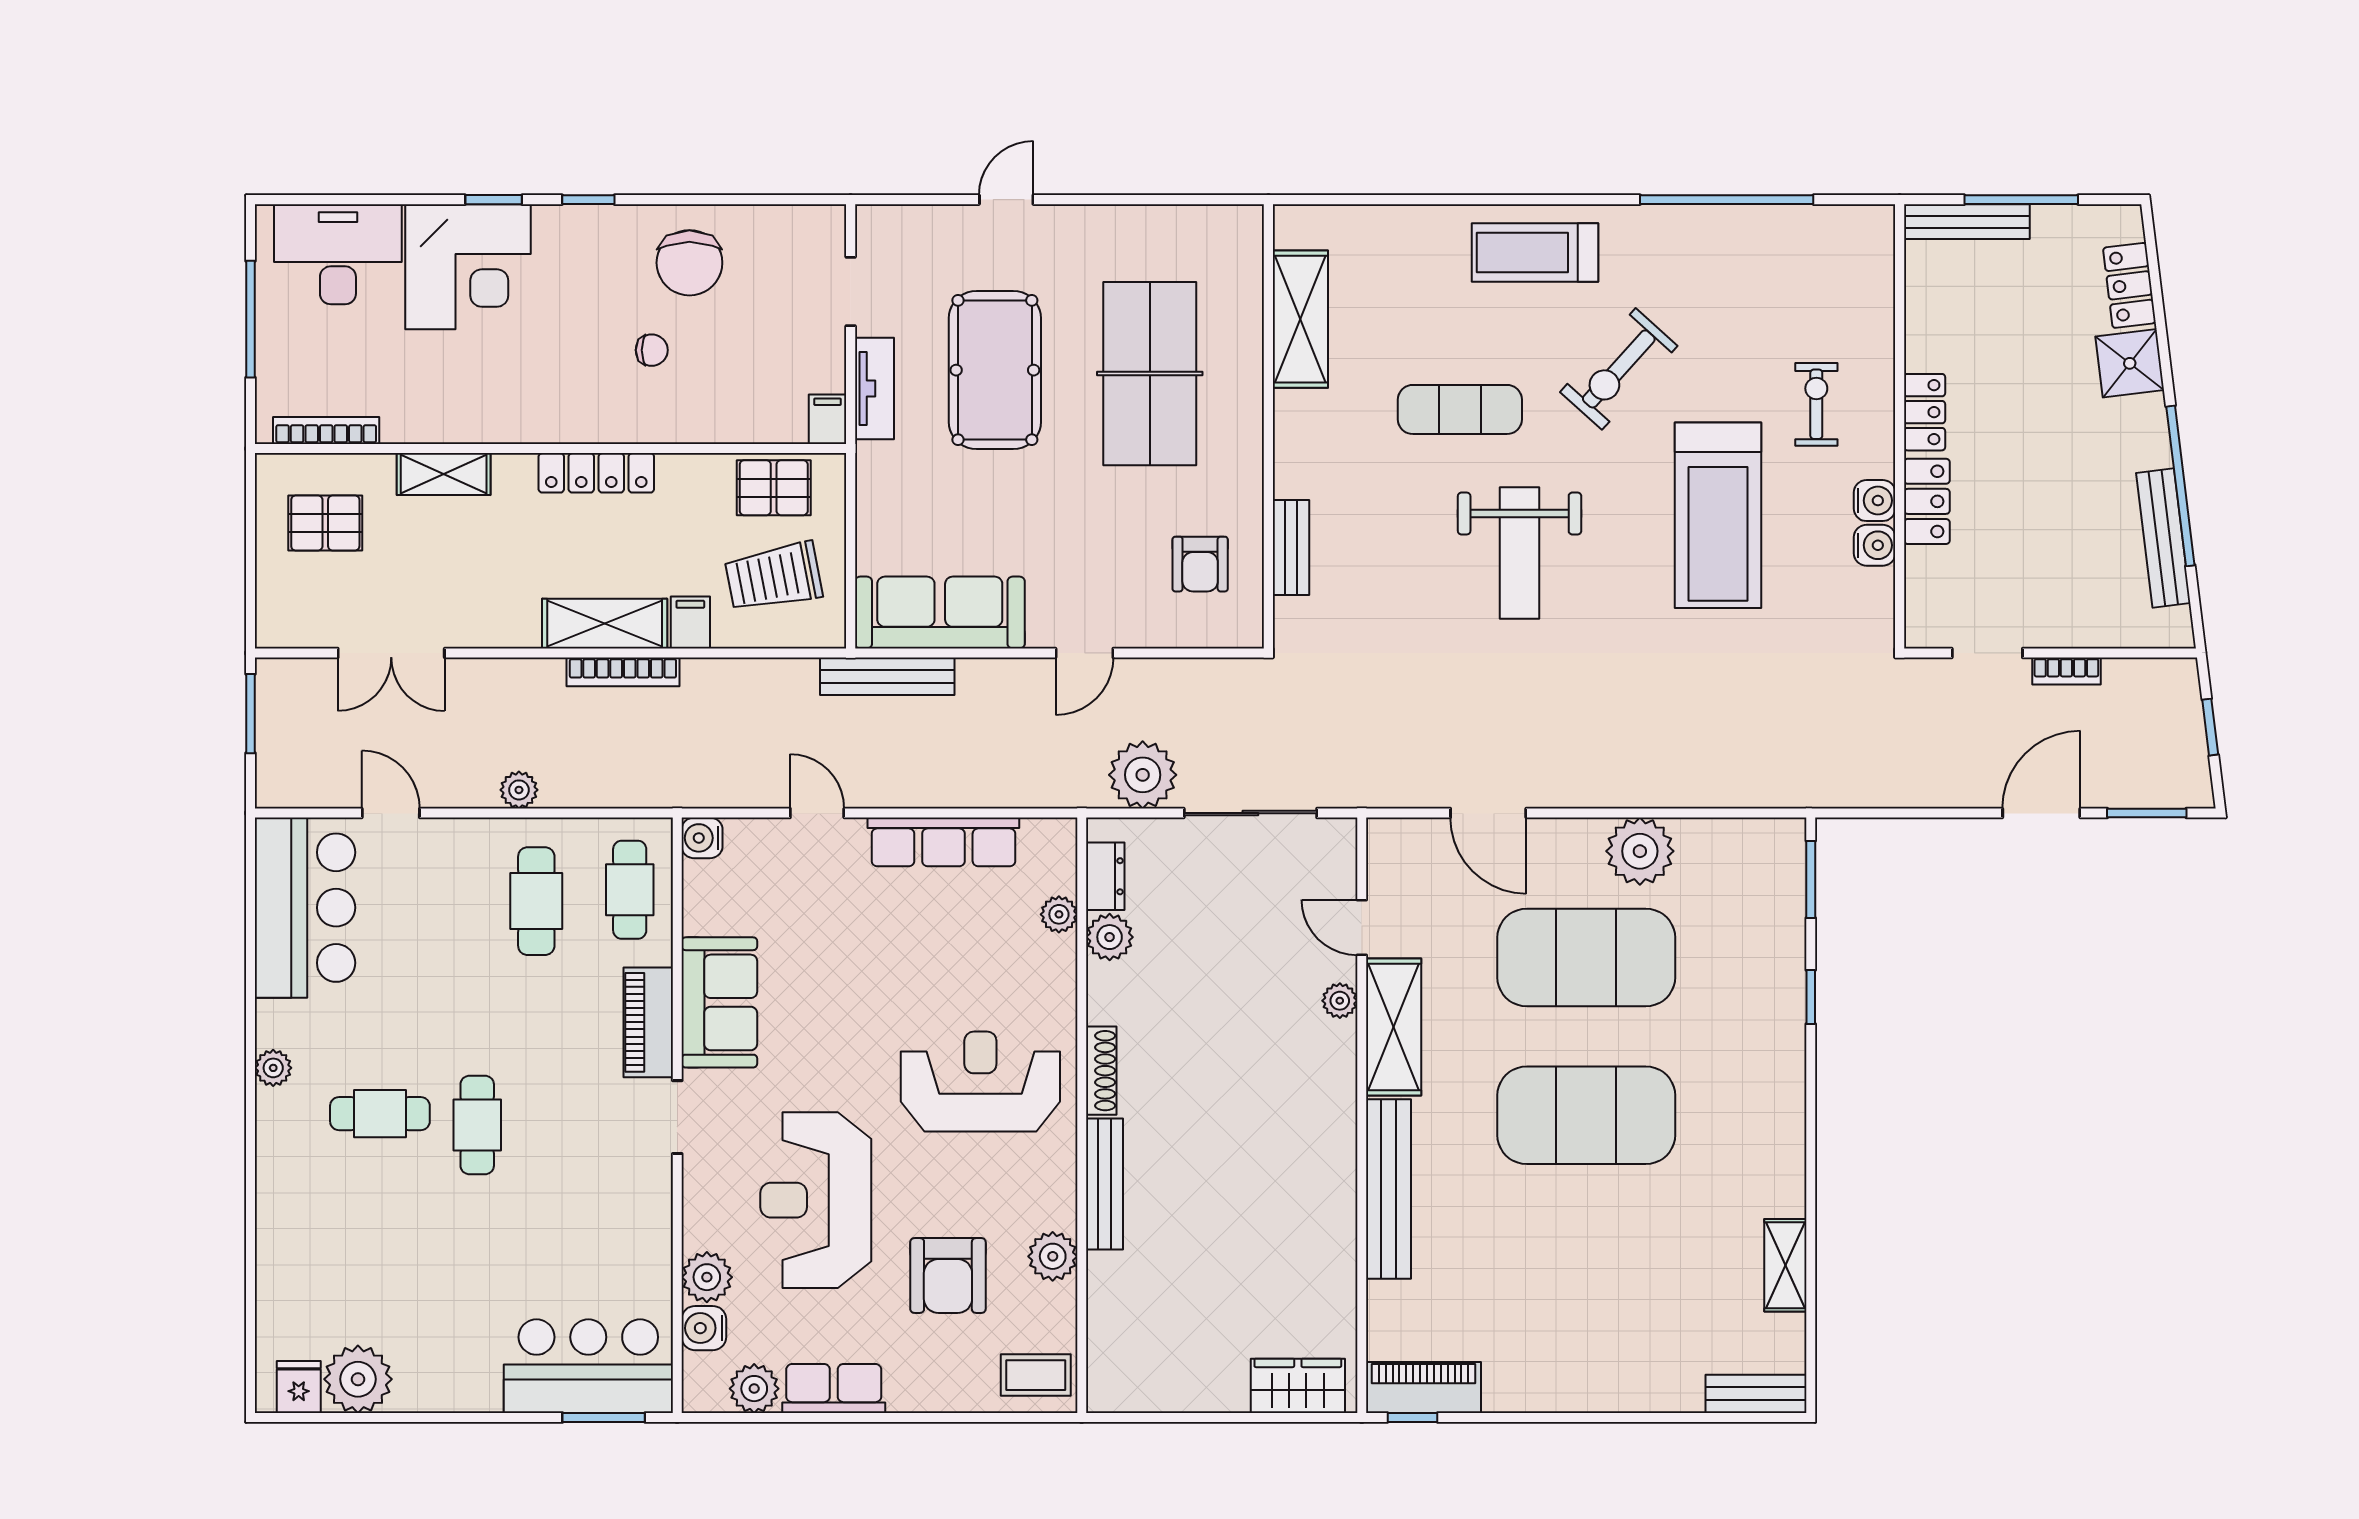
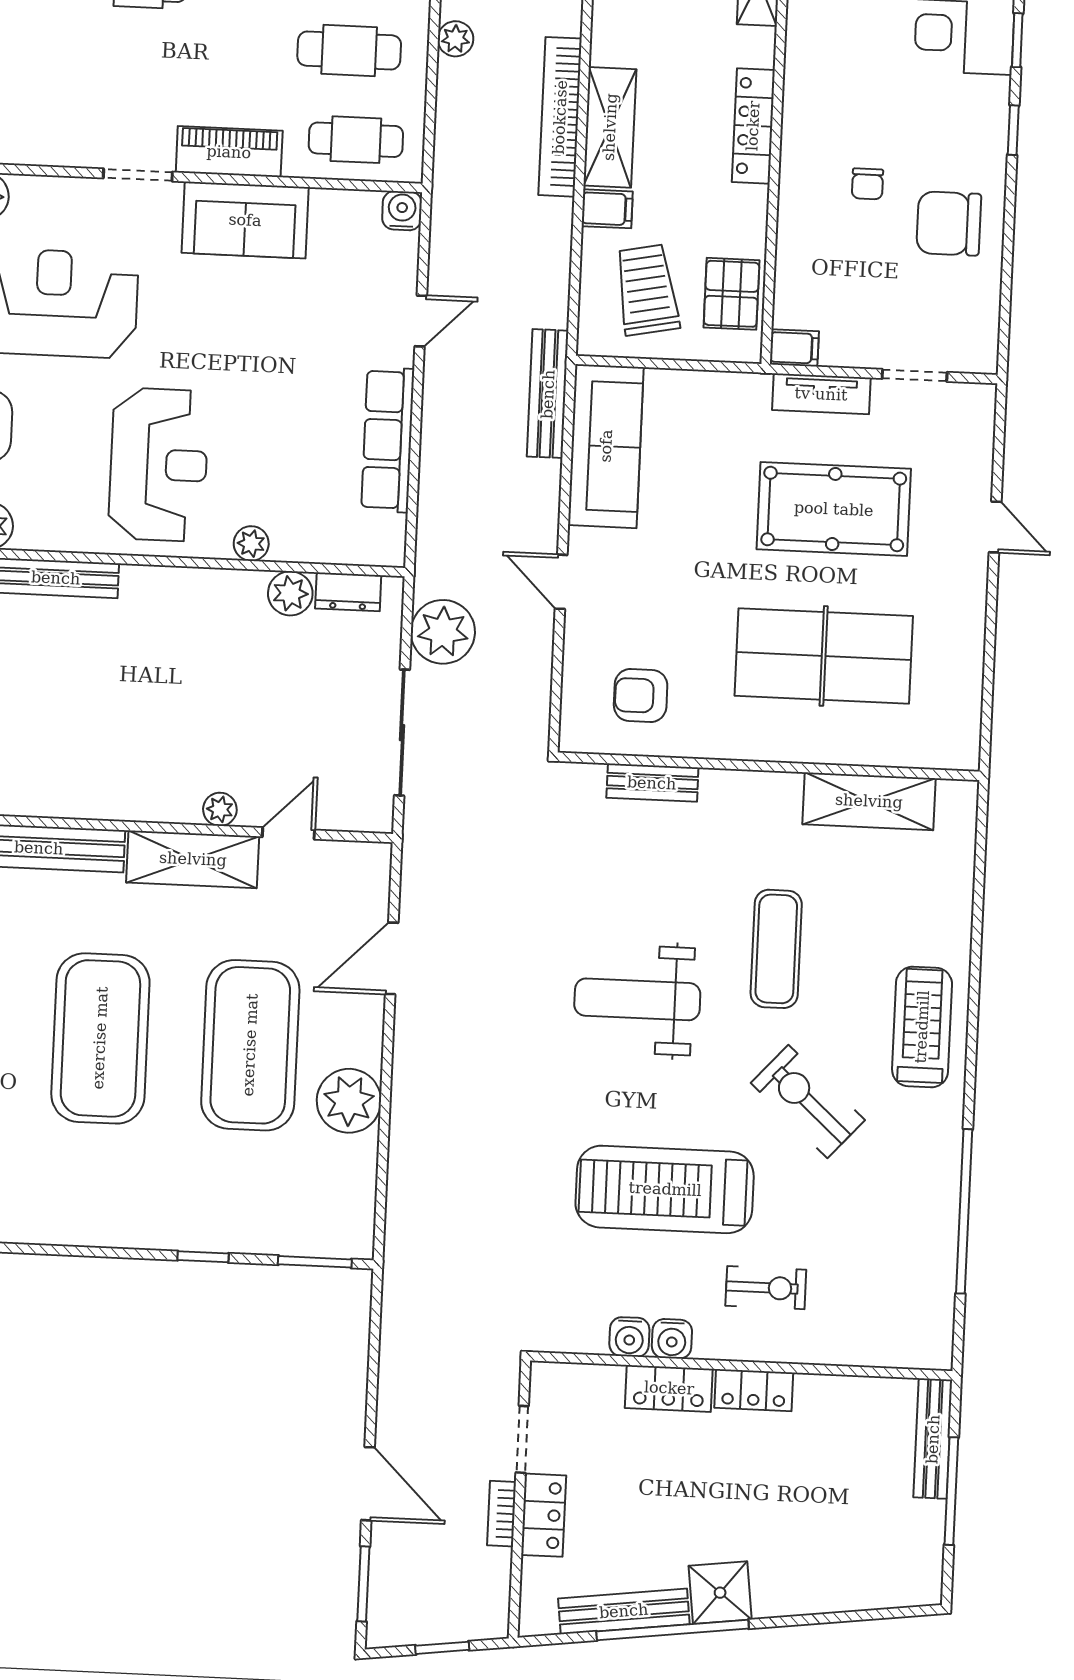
locker: (2129, 285) -> (544, 1515), moved, turned 97
shower: (2130, 363) -> (720, 1593), moved
bookcase: (623, 672) -> (560, 117), width x1.48, depth x1.31
plant: (1059, 914) -> (251, 544), moved
shoe rack: (1101, 1071) -> (164, 580), removed

